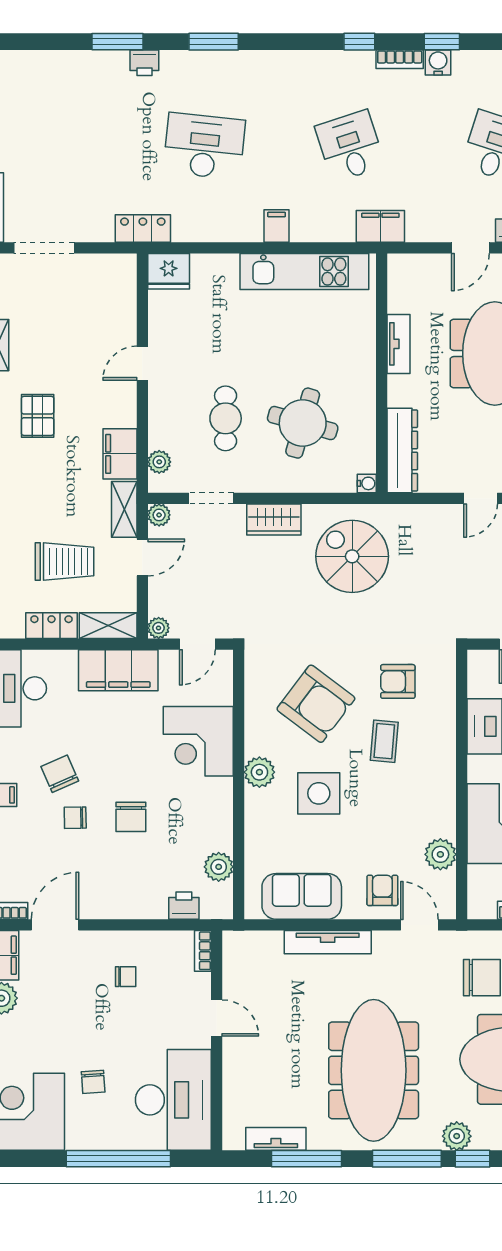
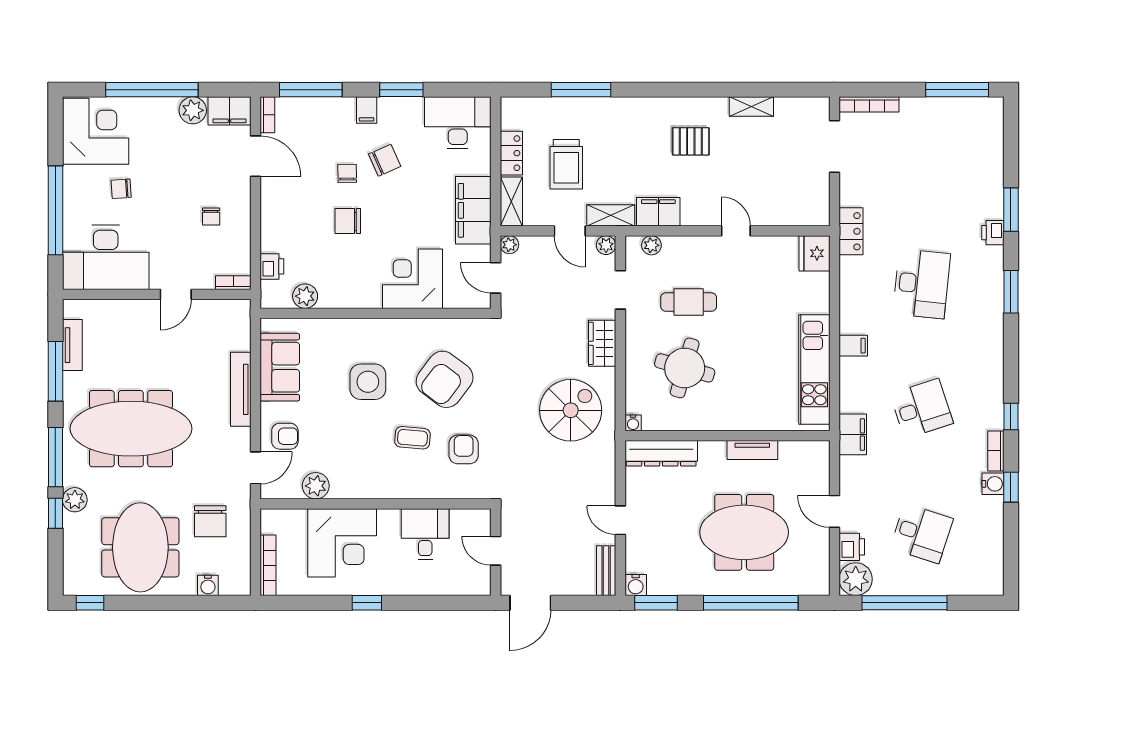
plant: (259, 772) -> (386, 331), removed

